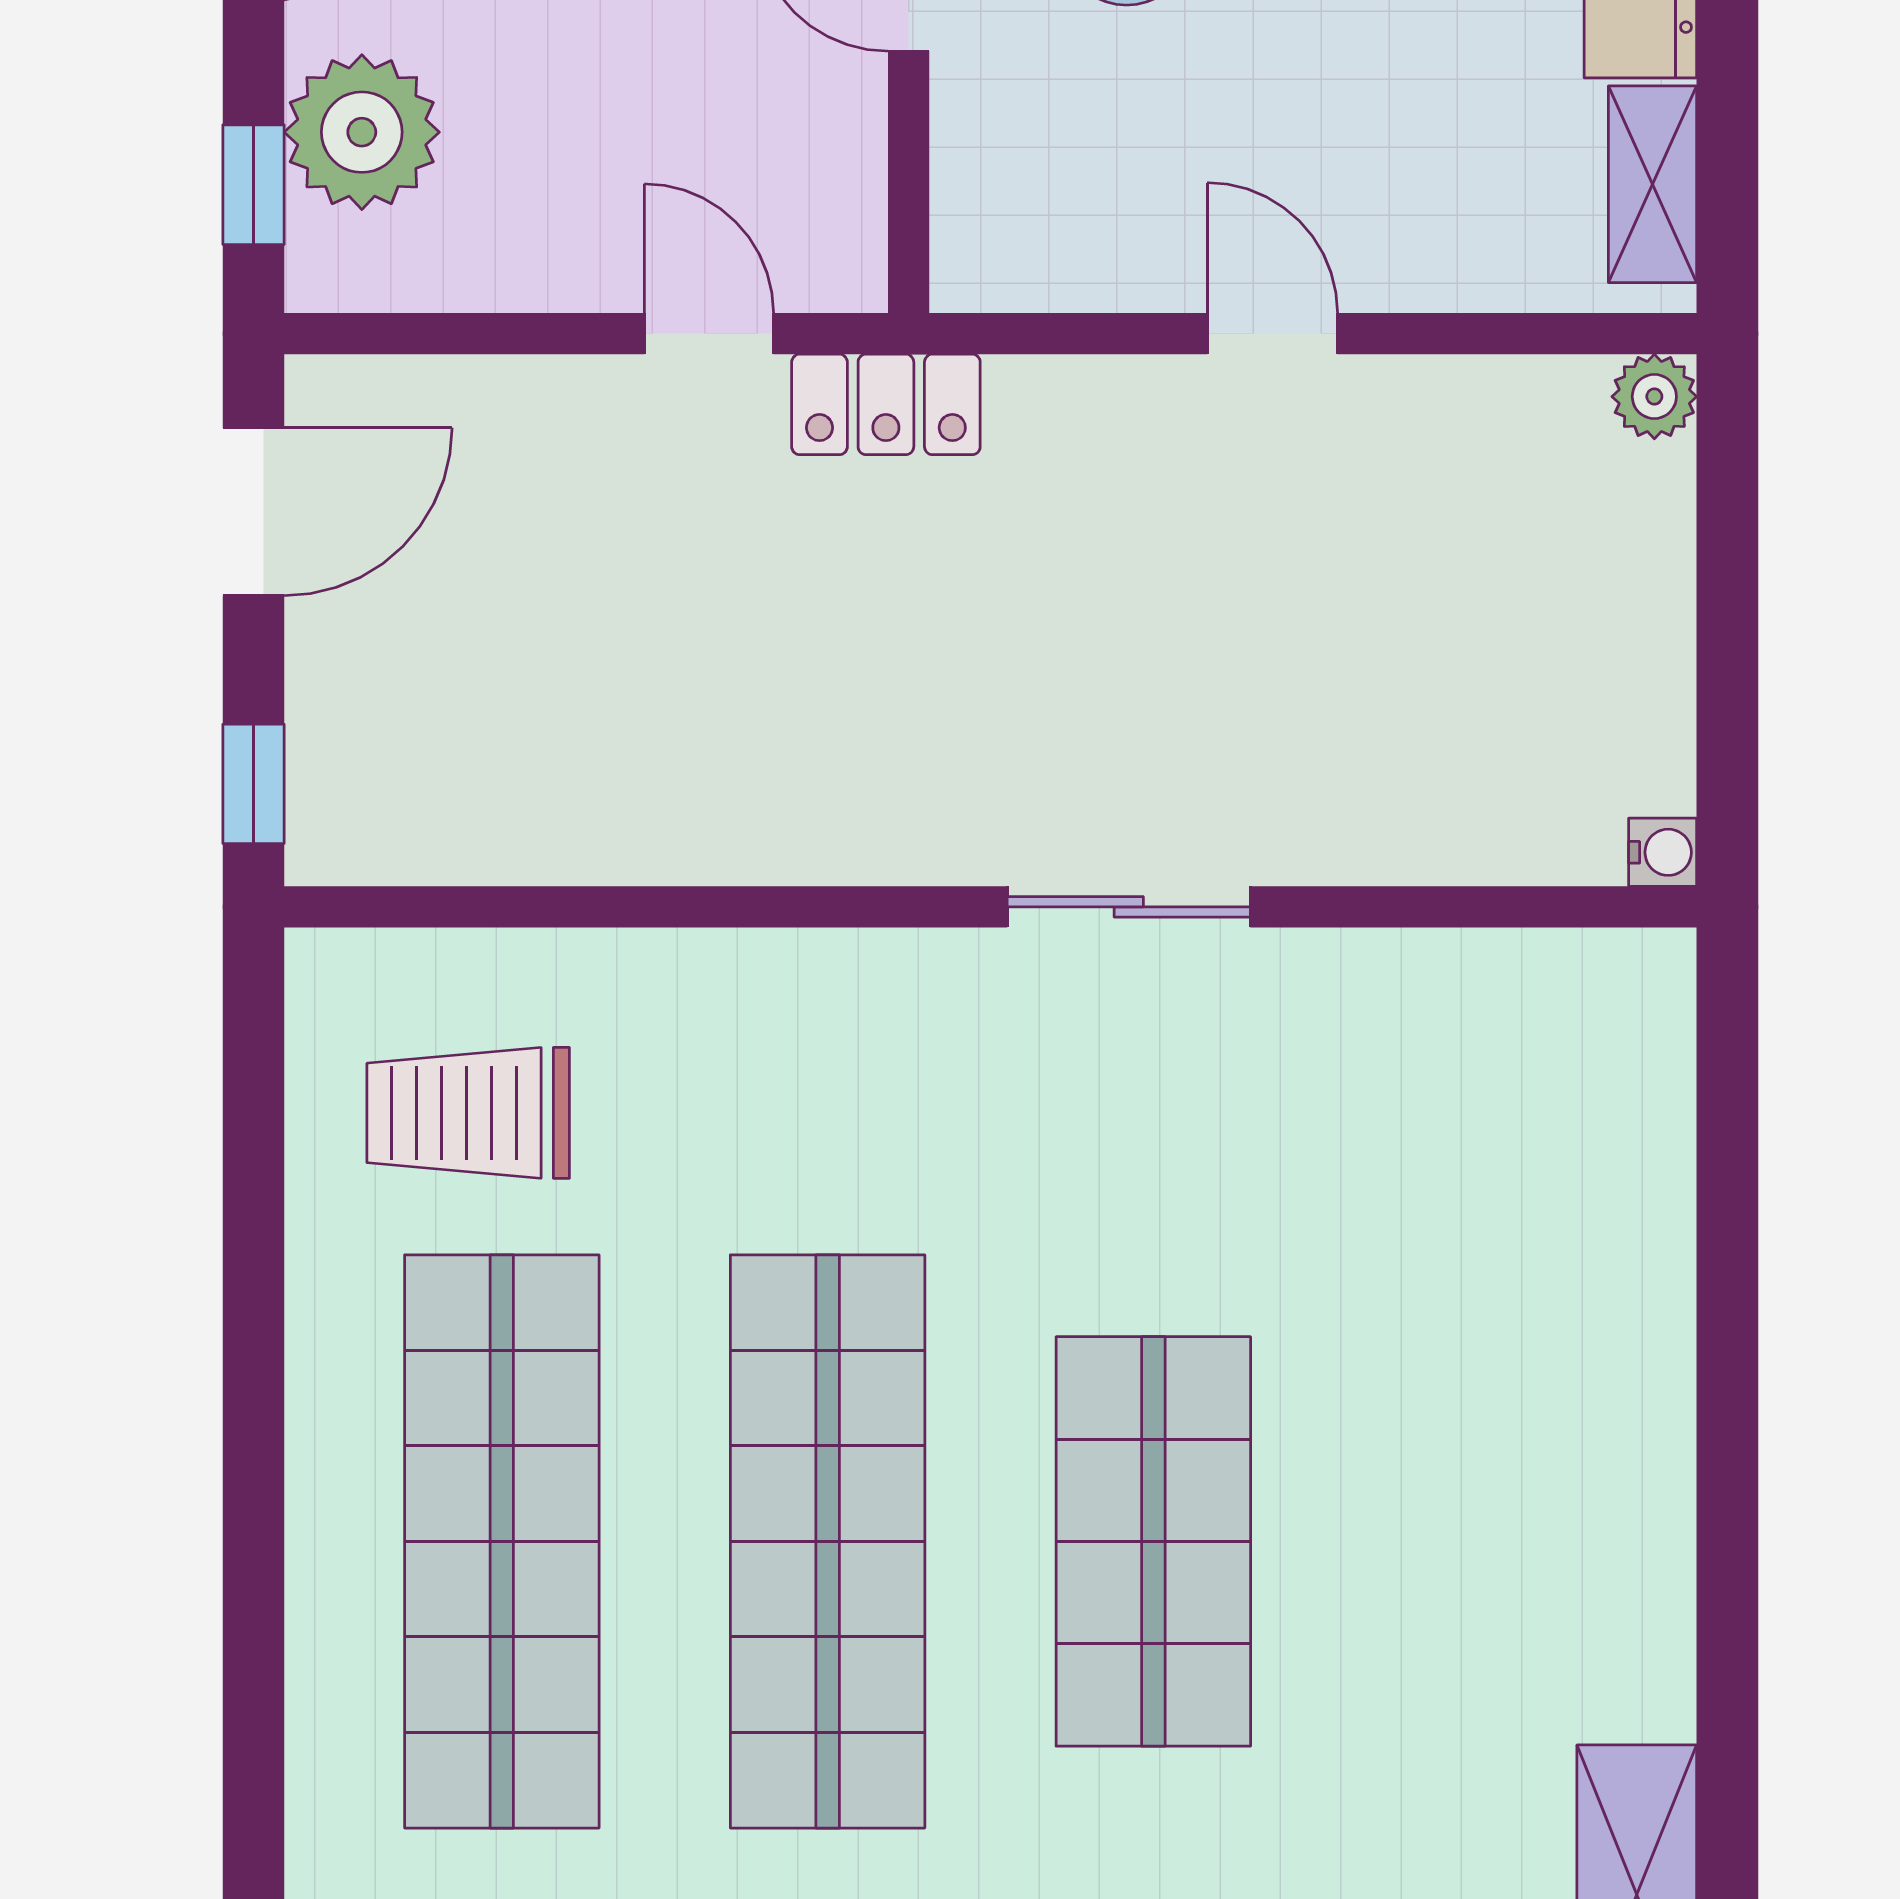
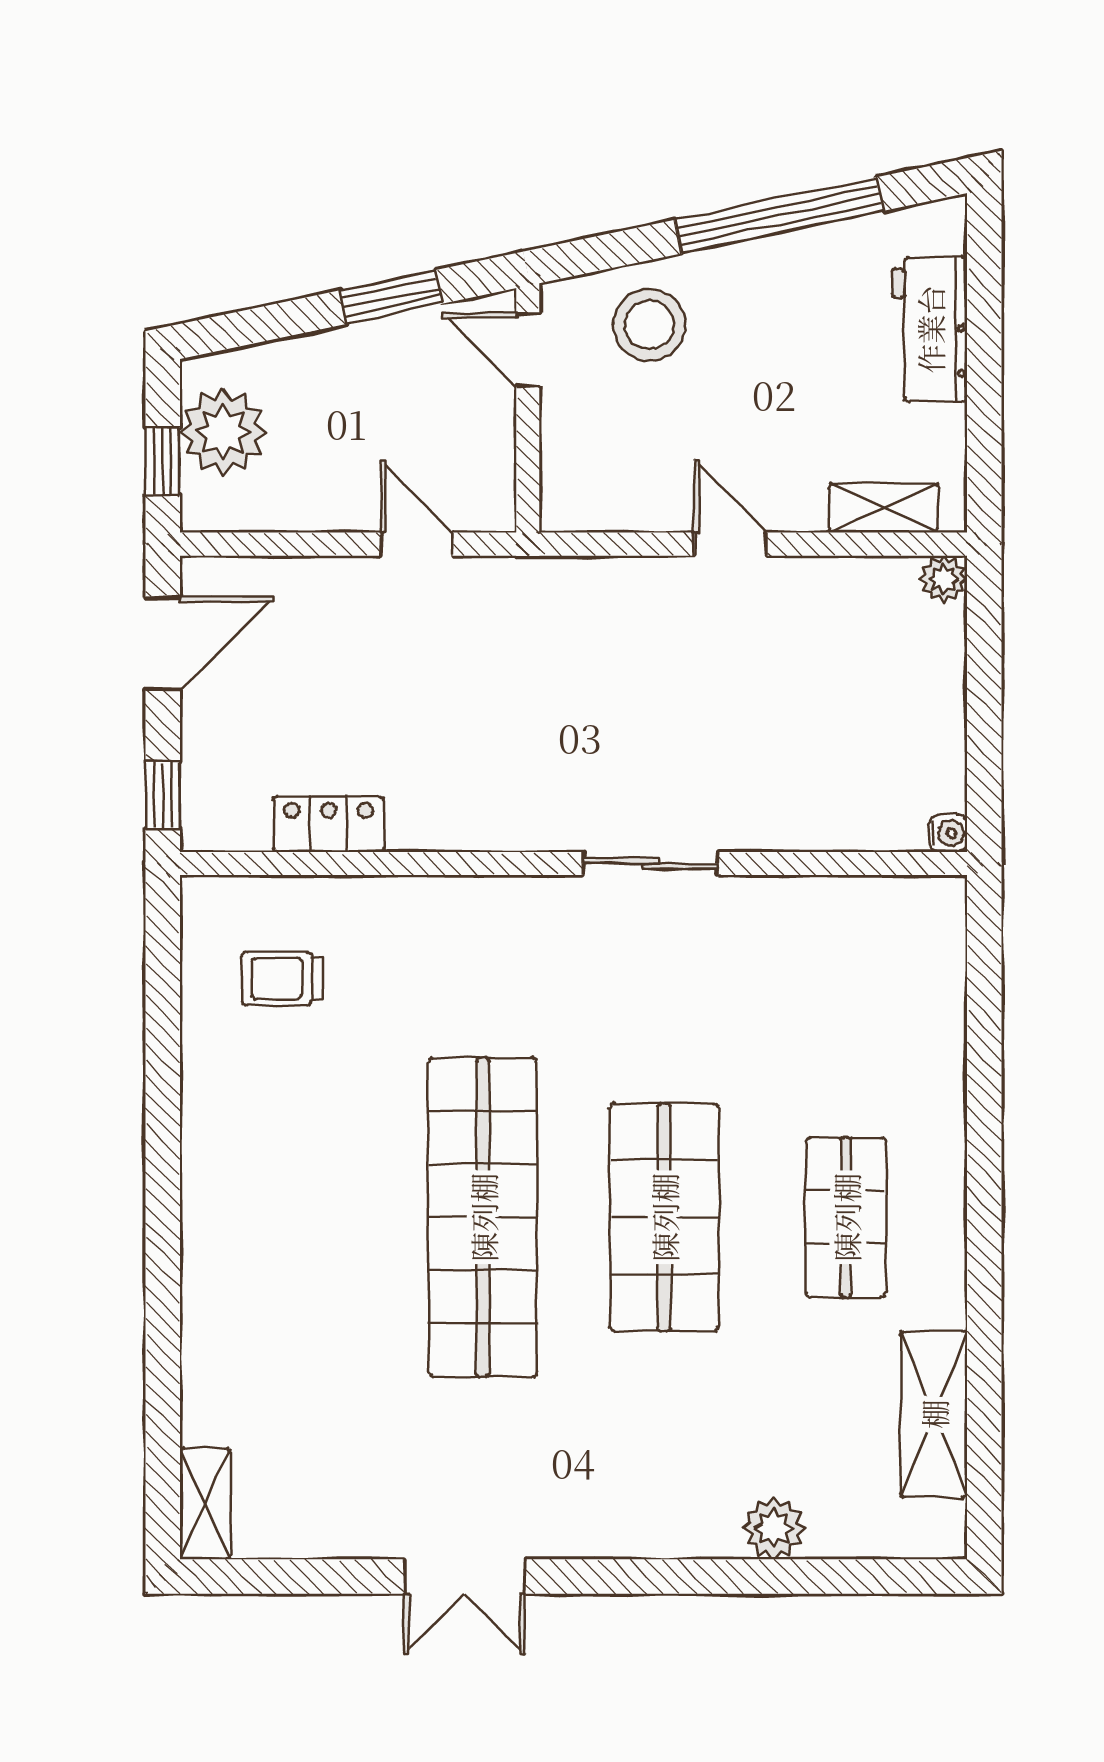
shelving: (1653, 184) -> (884, 508), moved, turned 90
locker: (886, 404) -> (329, 824), moved, turned 180
trolley: (468, 1113) -> (282, 978), width x0.73, depth x0.72
shop shelf: (502, 1541) -> (846, 1217), moved, width x0.50, depth x0.74

